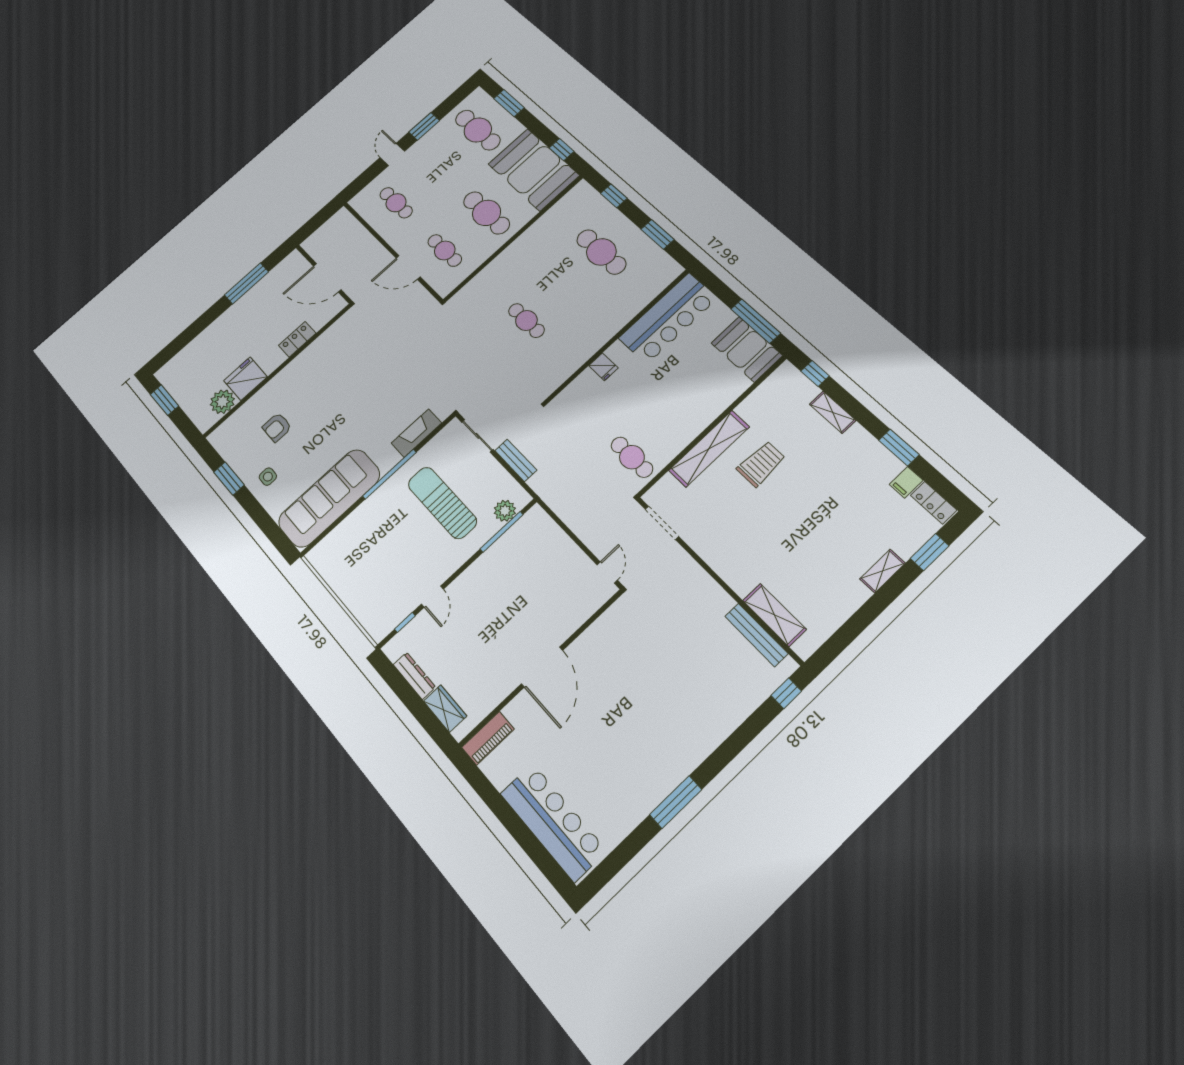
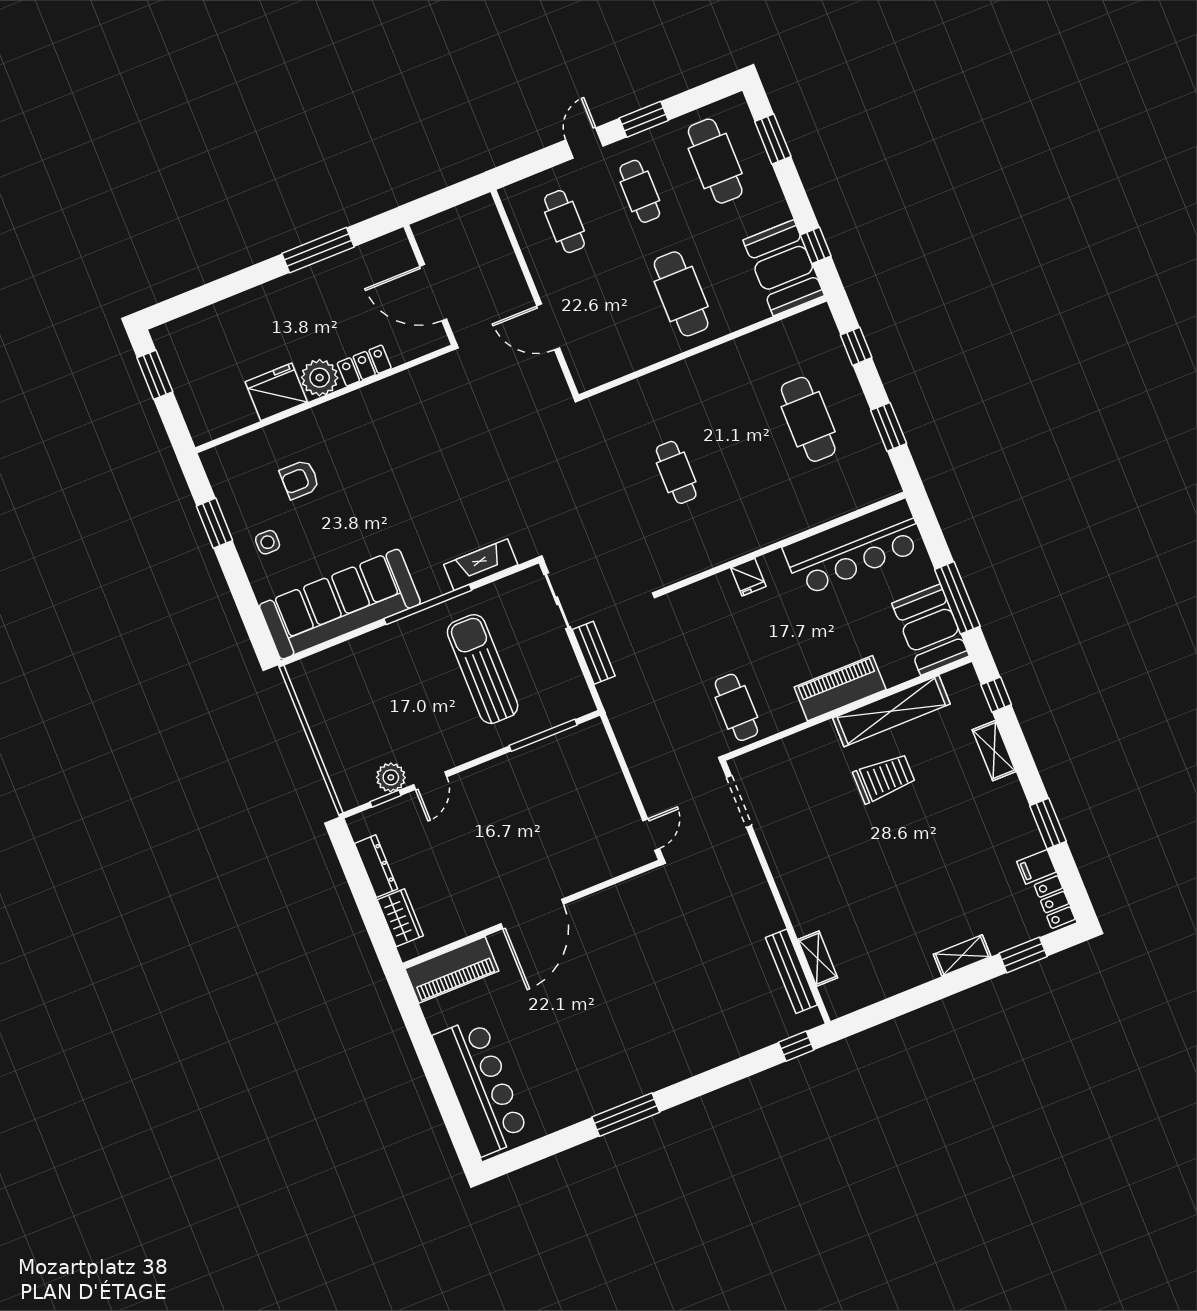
booth: (534, 170) -> (784, 268), width x0.73, depth x0.70
cafe table: (445, 250) -> (640, 191), moved
plant: (222, 402) -> (320, 378), moved
piano: (700, 414) -> (840, 688), added
shelving: (709, 449) -> (891, 711), moved
plant: (505, 511) -> (391, 777), moved
shelving: (774, 615) -> (818, 959), width x0.67, depth x0.75
piano: (488, 738) -> (452, 970), width x1.37, depth x1.33

